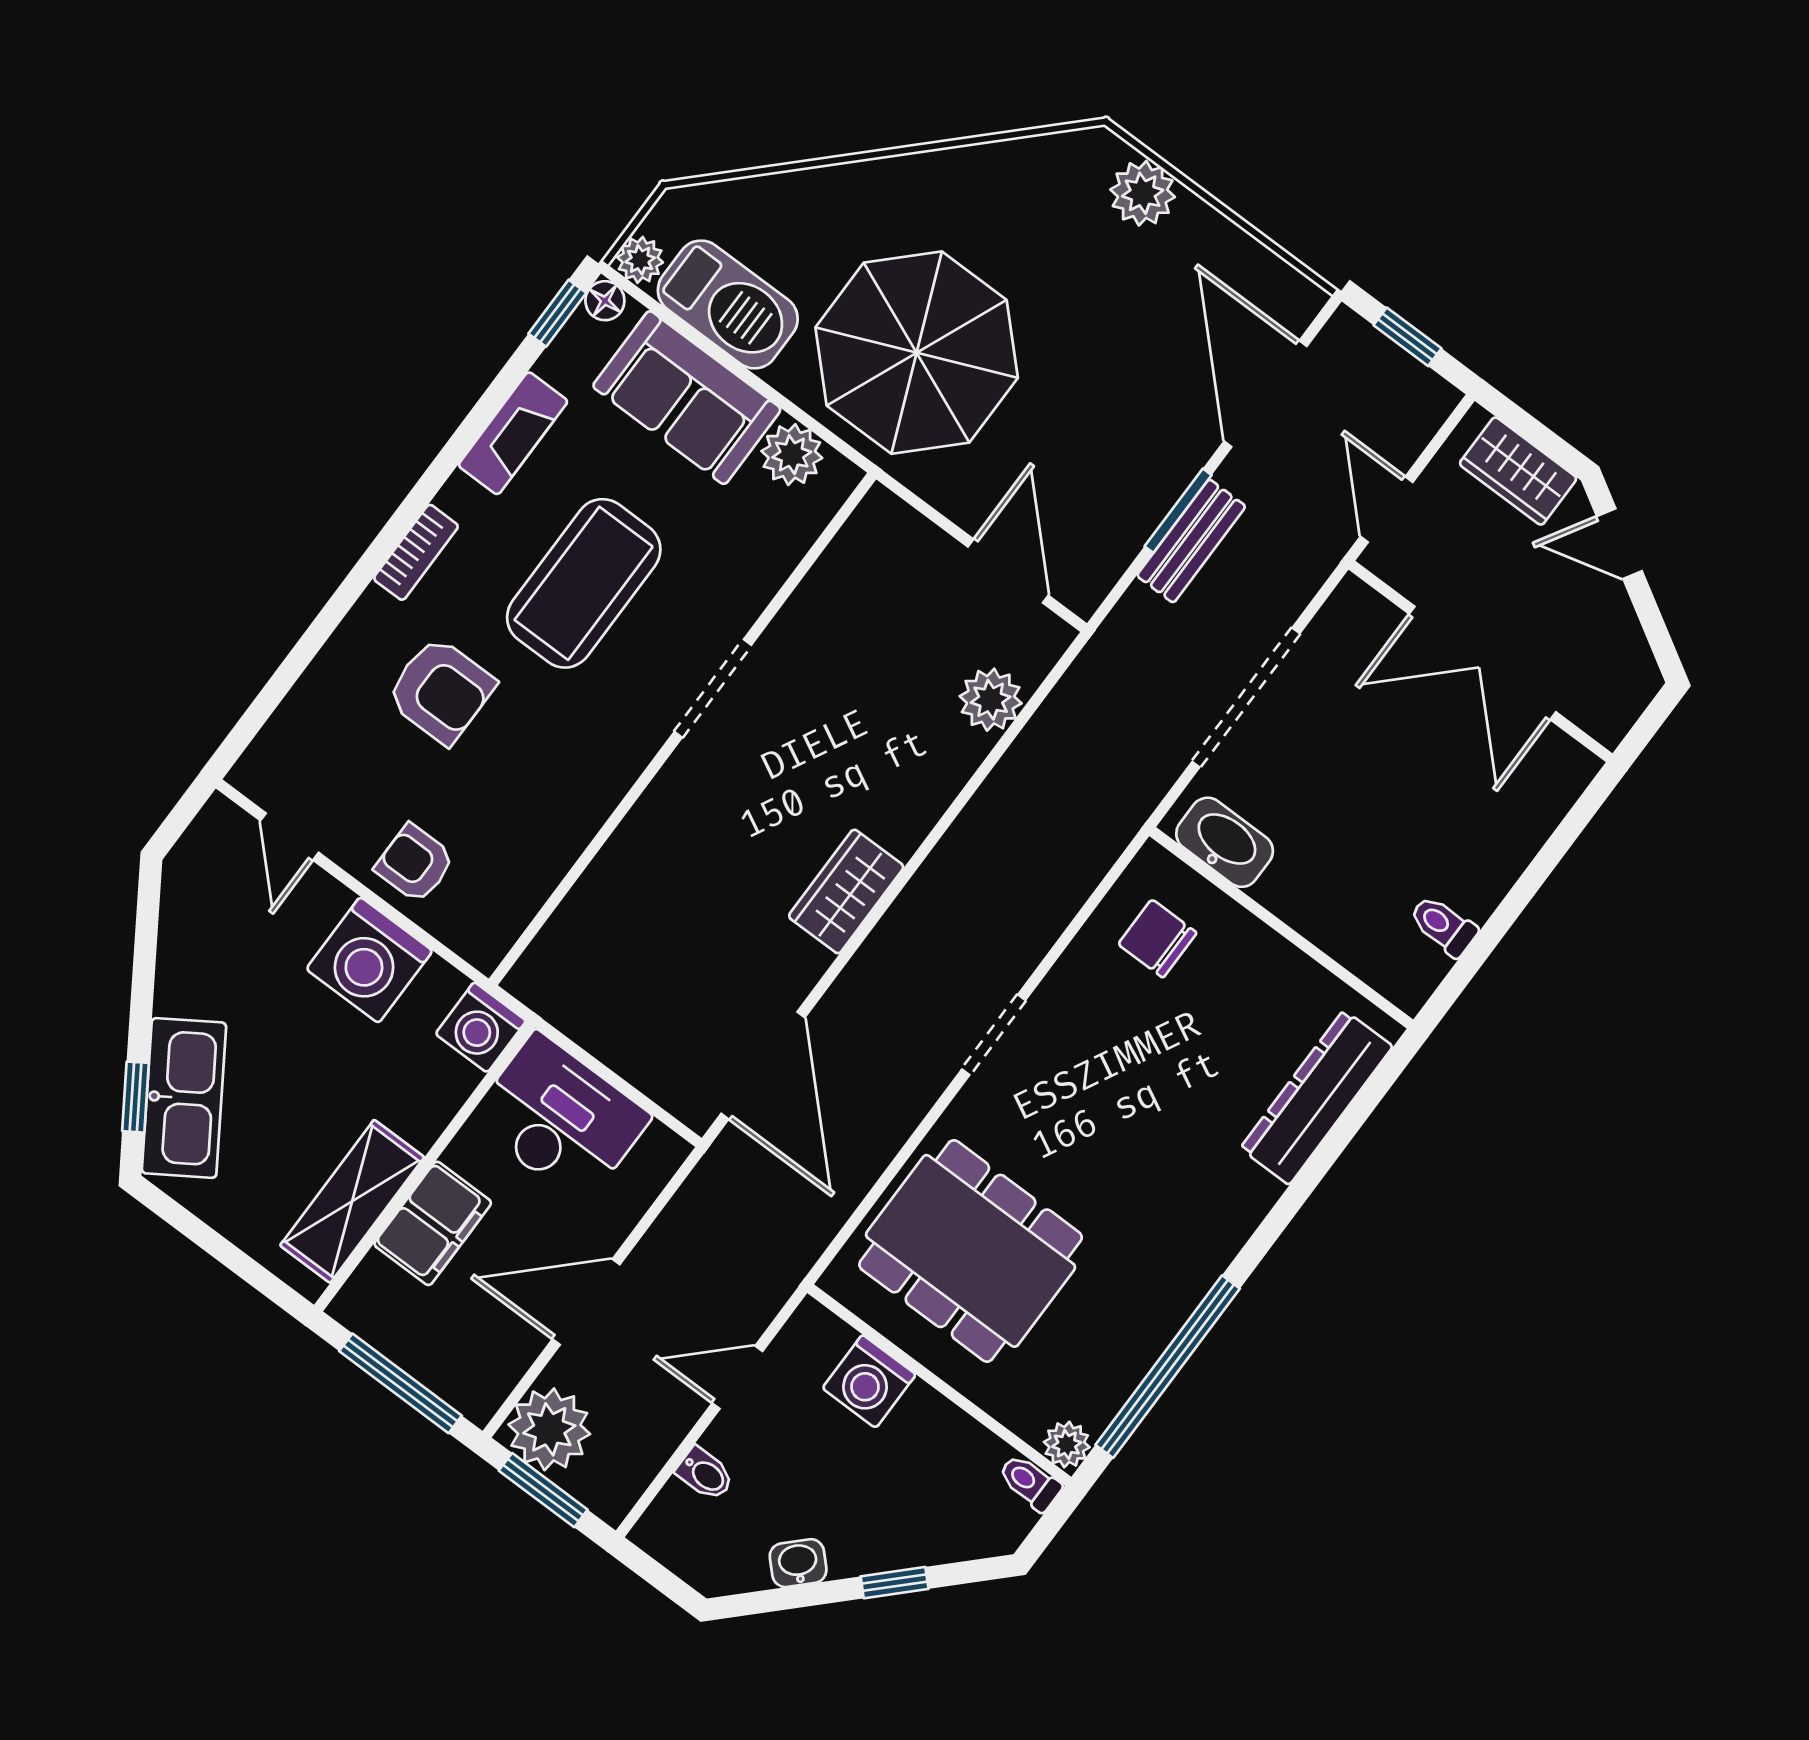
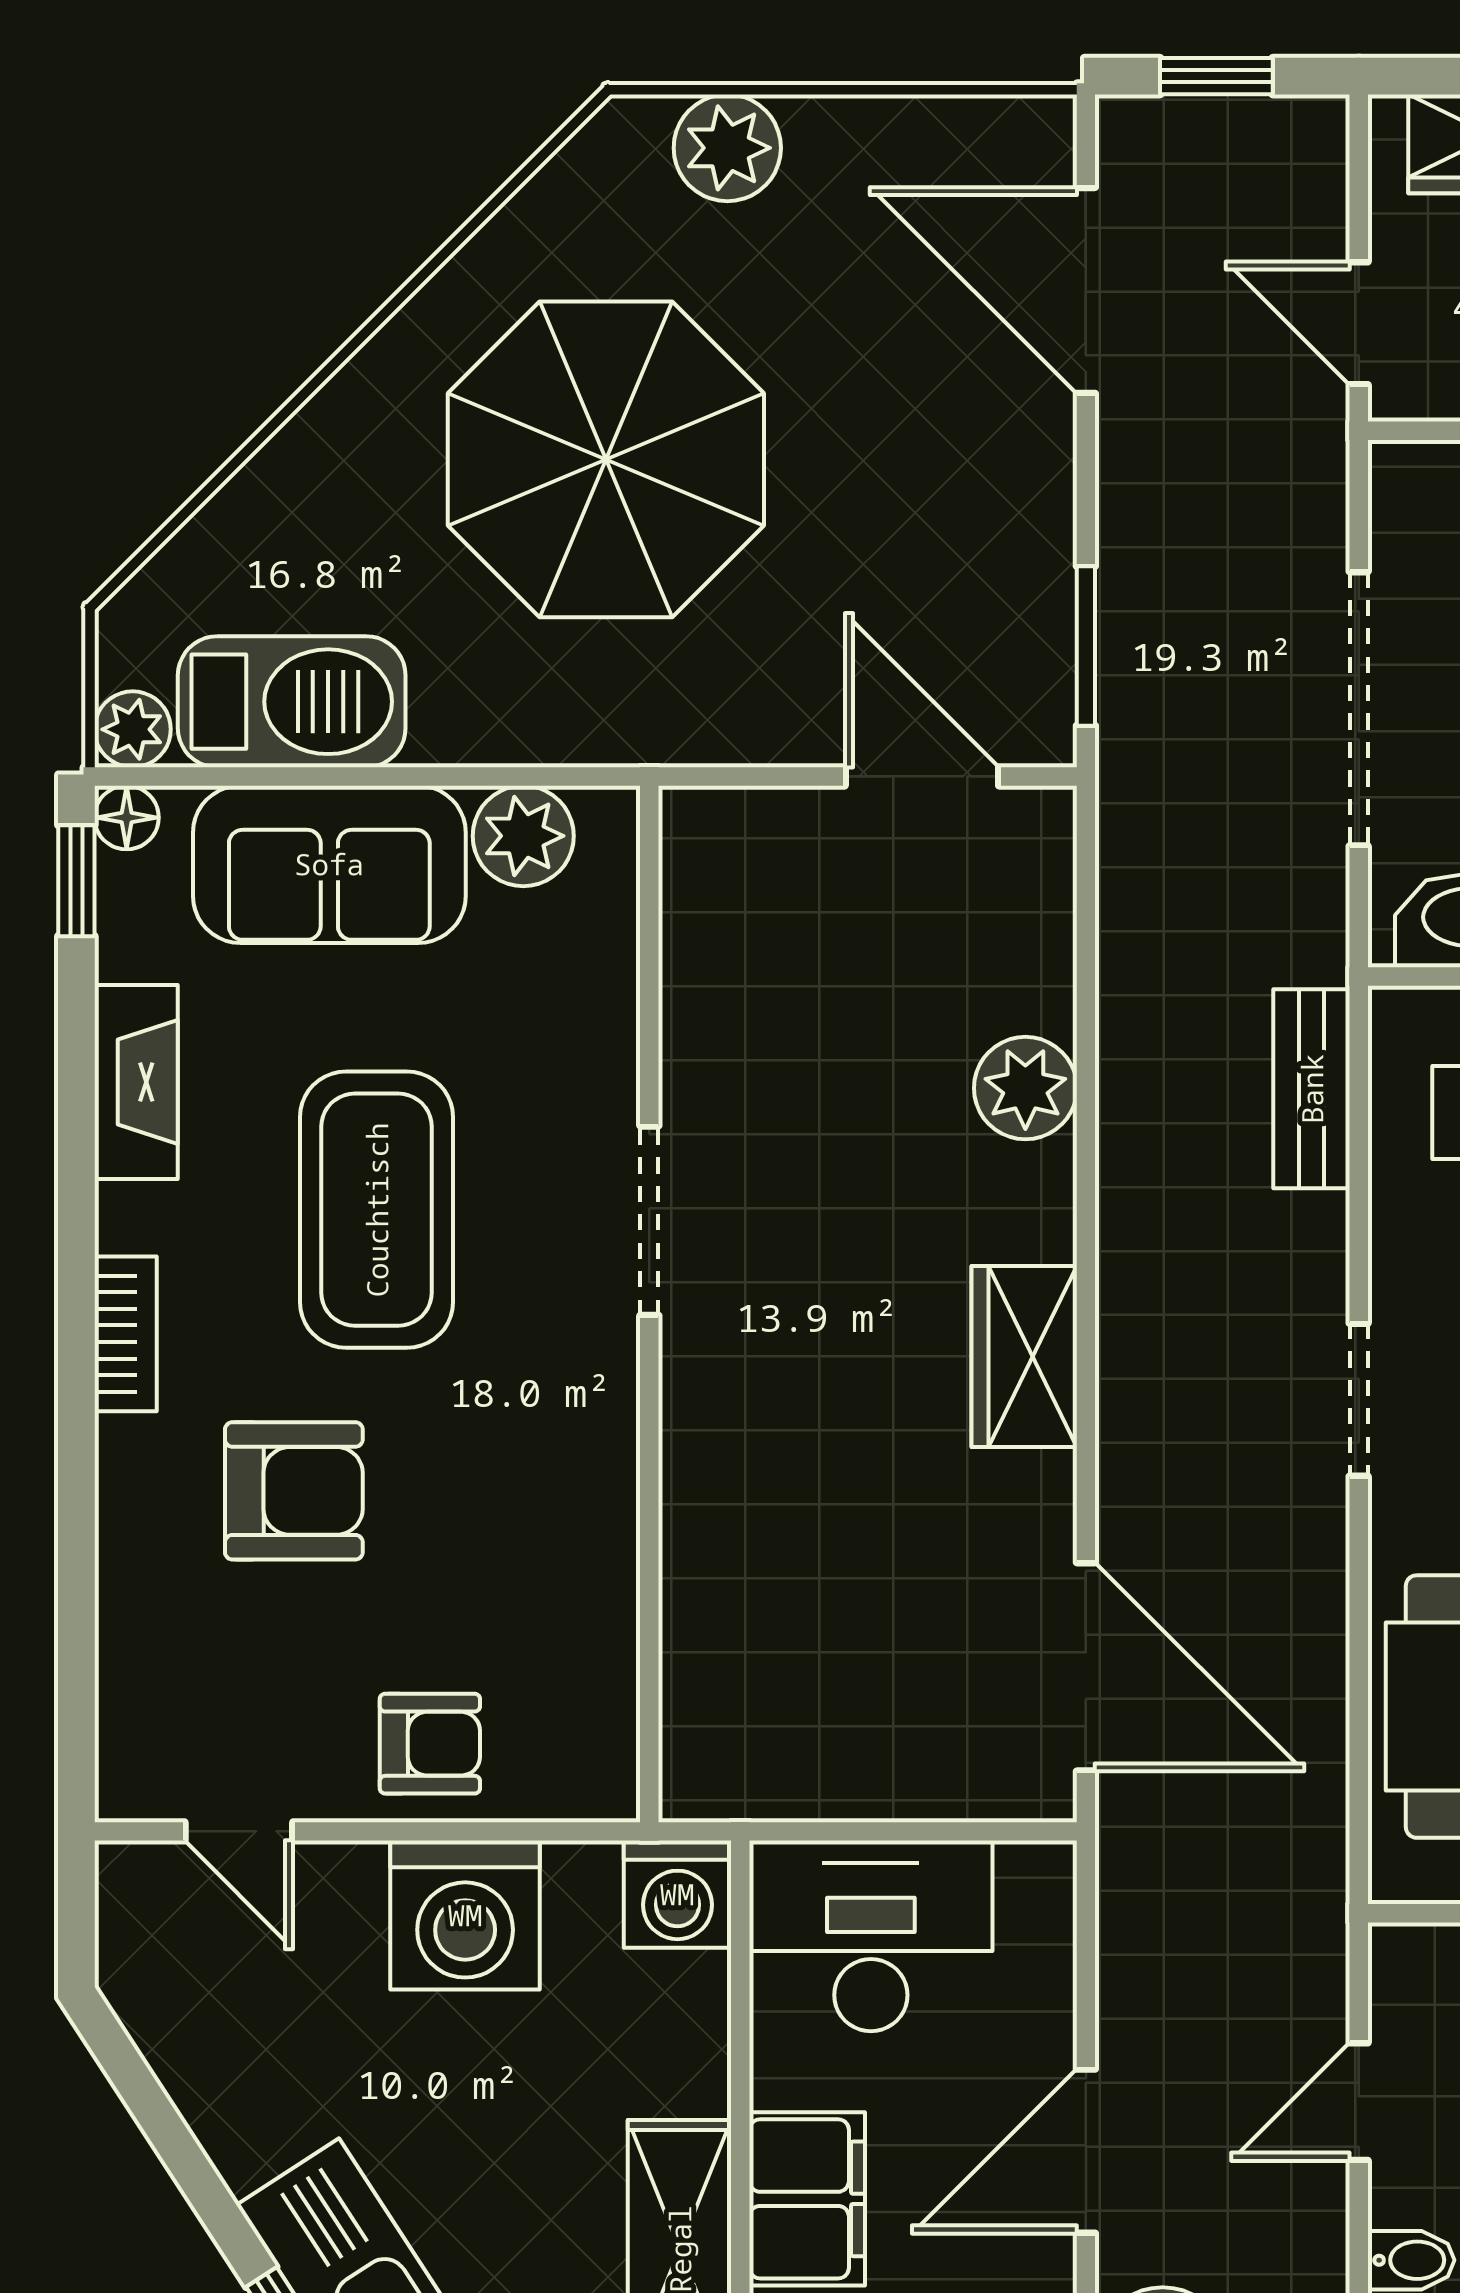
parasol: (917, 353) -> (606, 459), moved
window: (1178, 511) -> (1086, 646), moved
bench: (1191, 541) -> (1312, 1089), moved
plant: (991, 700) -> (1025, 1088), moved
armchair: (415, 863) -> (430, 1744), turned 180

